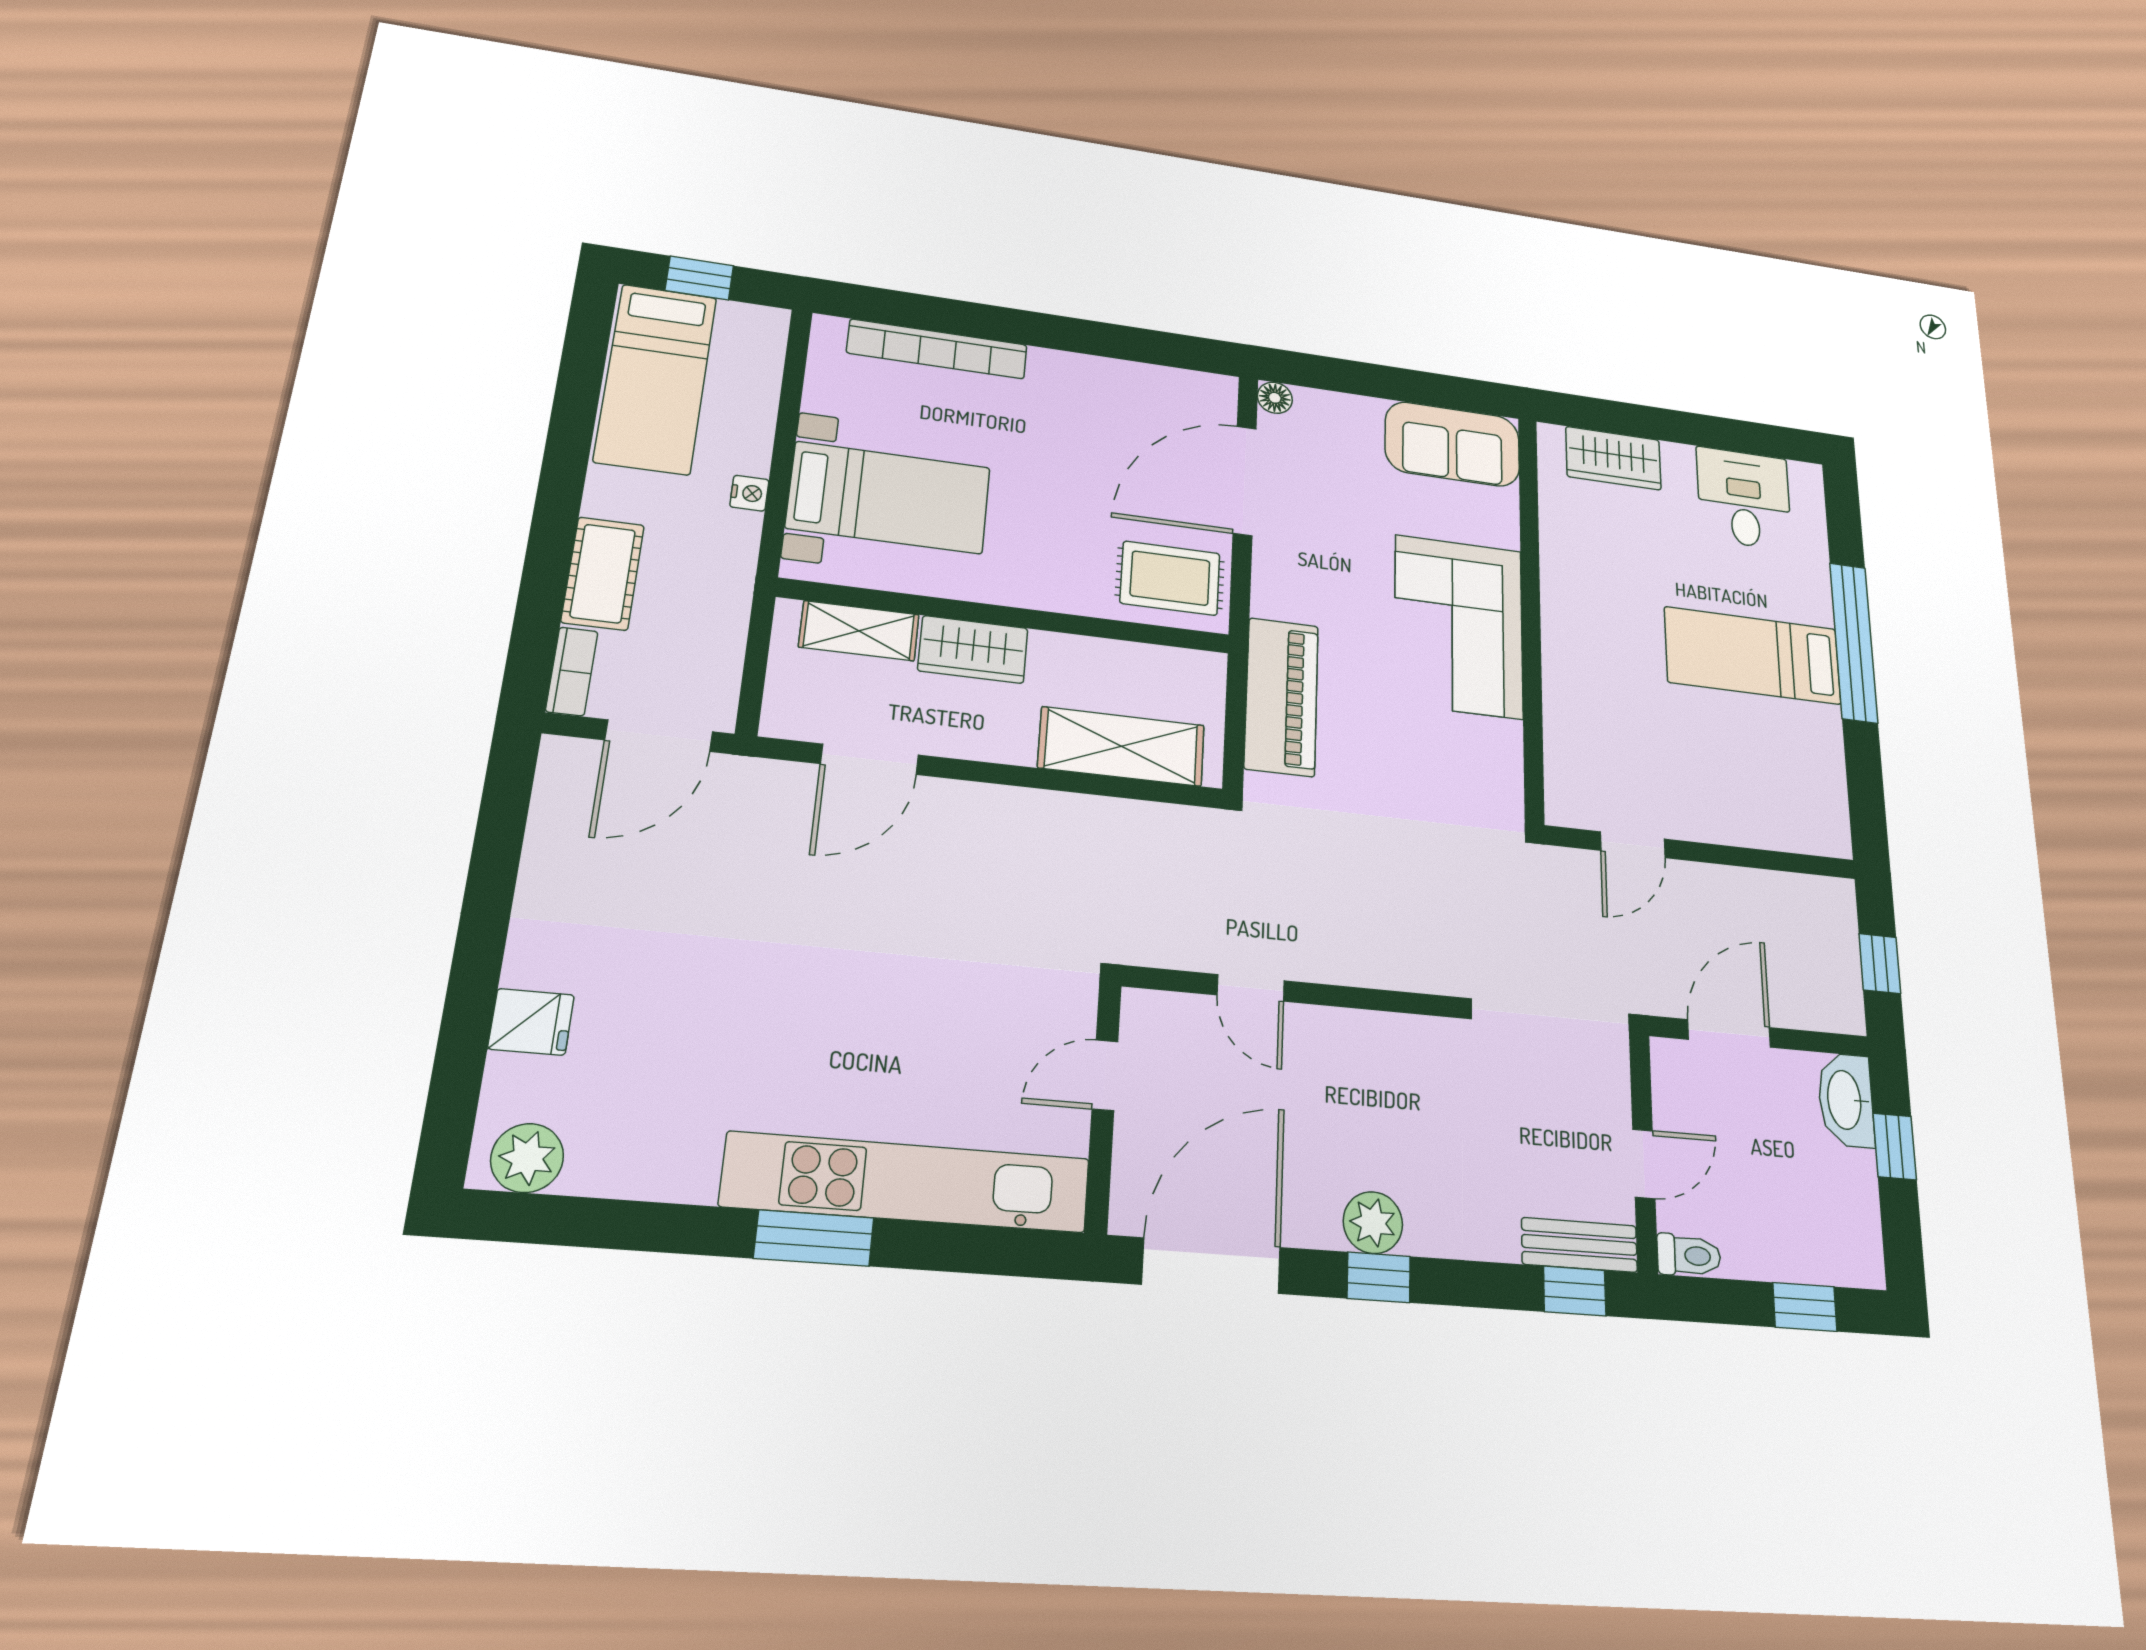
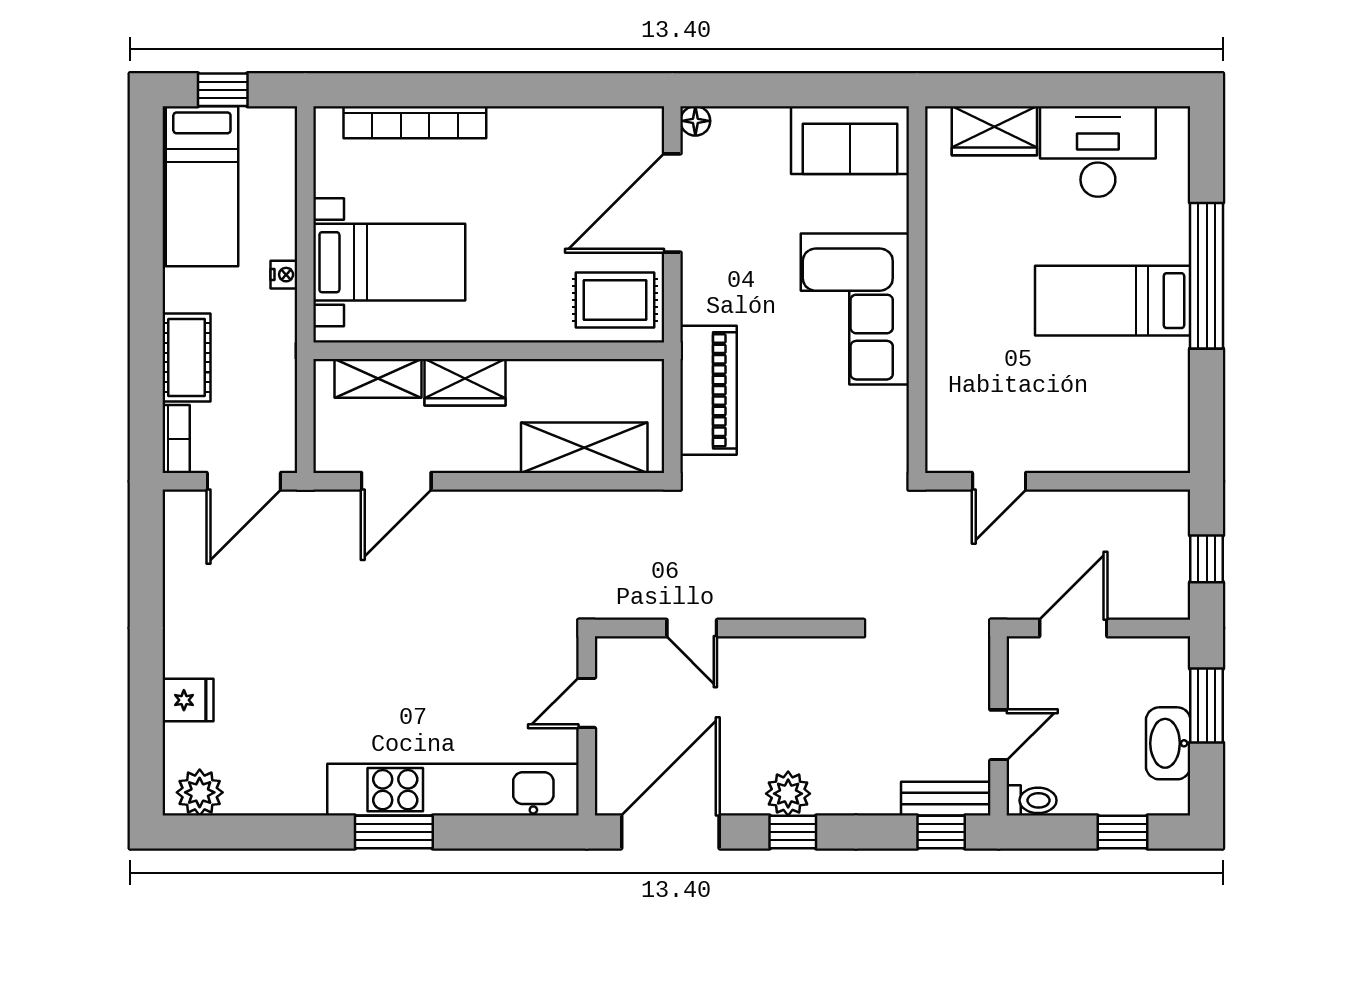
desk: (1744, 498) -> (1098, 151), width x1.37
washbasin: (1846, 1100) -> (1168, 743), moved
window: (1895, 1146) -> (1207, 706), width x1.50

